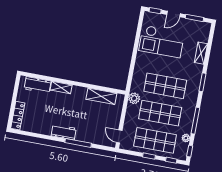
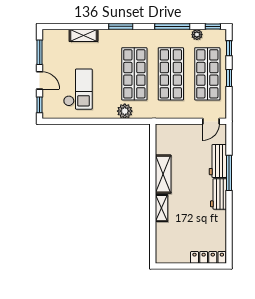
checkout: (162, 41) -> (78, 89), width x0.73, depth x0.83
workbench: (37, 85) -> (218, 161), moved, turned 180
shelving: (101, 96) -> (163, 174), moved
plant: (134, 98) -> (125, 111), moved

